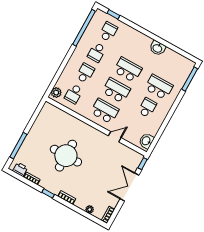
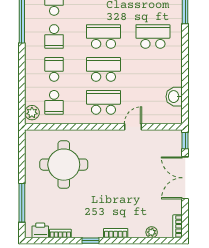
school desk: (147, 108) -> (153, 69), removed
washbasin: (146, 141) -> (174, 97), moved
round table: (66, 156) -> (64, 165), moved

